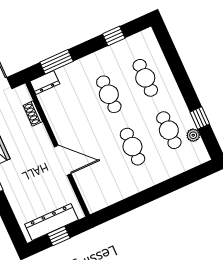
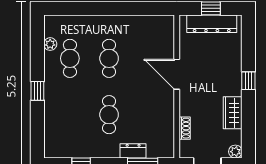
cafe table: (145, 78) -> (70, 115), removed
dresser: (45, 82) -> (133, 151), moved
window: (200, 118) -> (37, 91), moved

